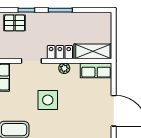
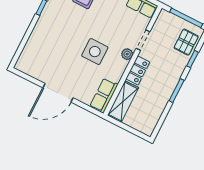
plant: (64, 68) -> (127, 54), moved
side table: (48, 100) -> (95, 52), moved

